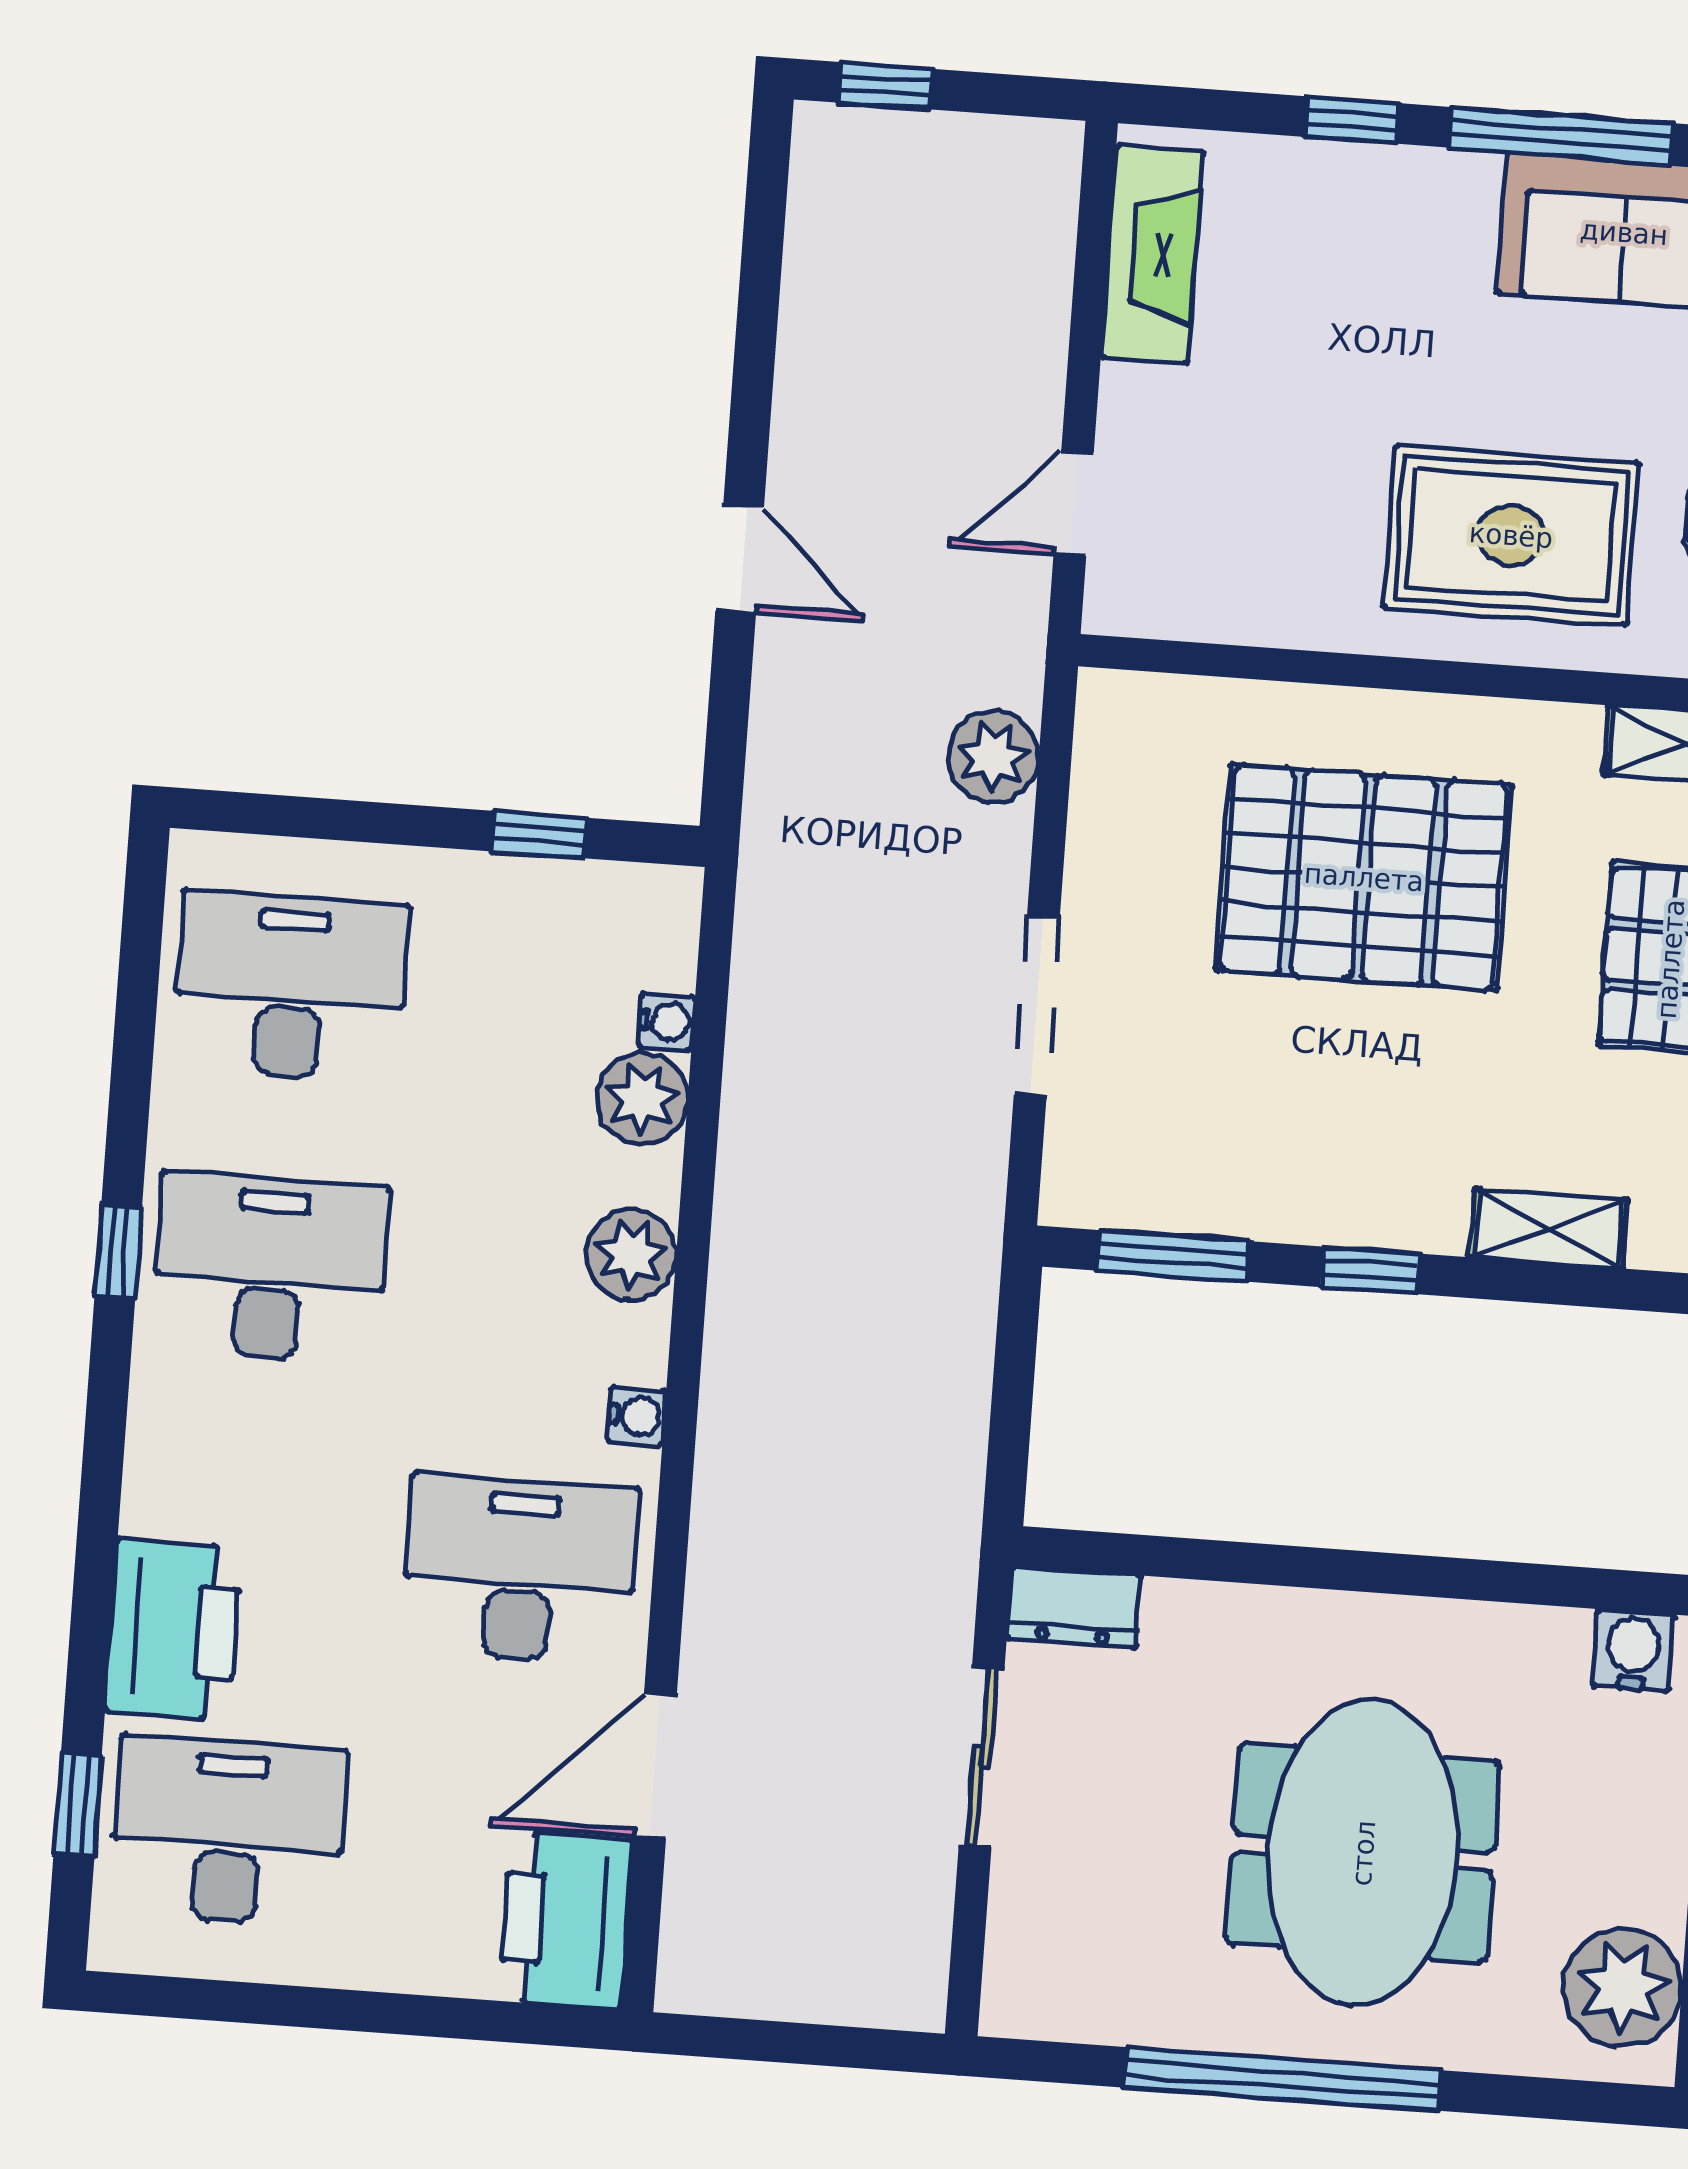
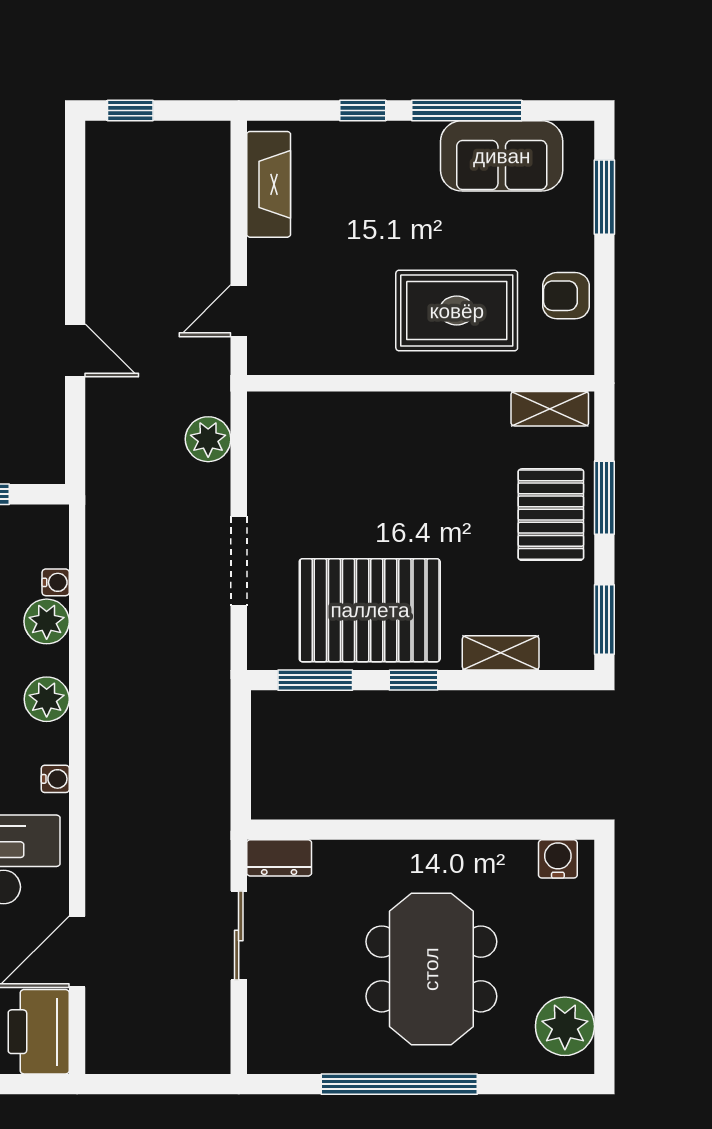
pallet: (1364, 877) -> (370, 610), moved

